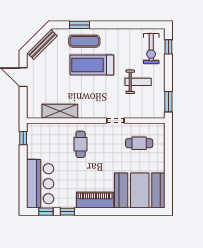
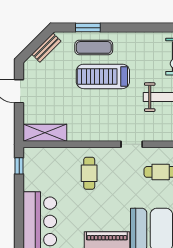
bench: (42, 44) -> (46, 48), width x0.73
shelving: (60, 111) -> (45, 133), moved

